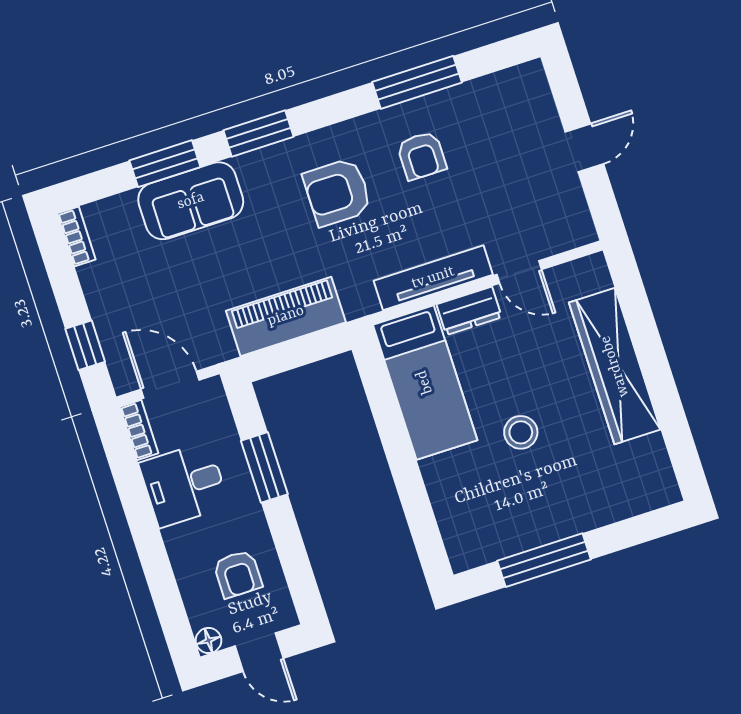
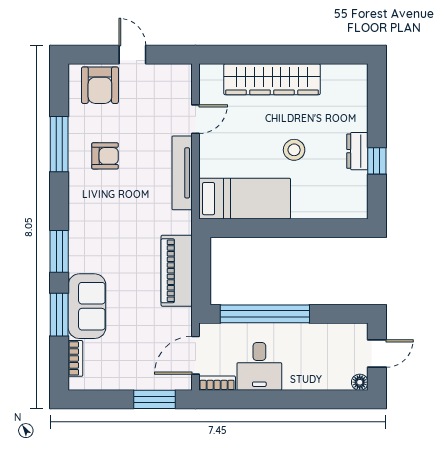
armchair: (337, 192) -> (100, 85), moved
bookcase: (76, 236) -> (75, 358), moved, turned 90
dresser: (469, 311) -> (357, 151), moved, turned 180
window: (85, 345) -> (155, 399), width x1.50
window: (264, 467) -> (265, 314), width x2.11
window: (544, 560) -> (377, 161), width x0.46
armchair: (238, 574) -> (325, 351), removed

